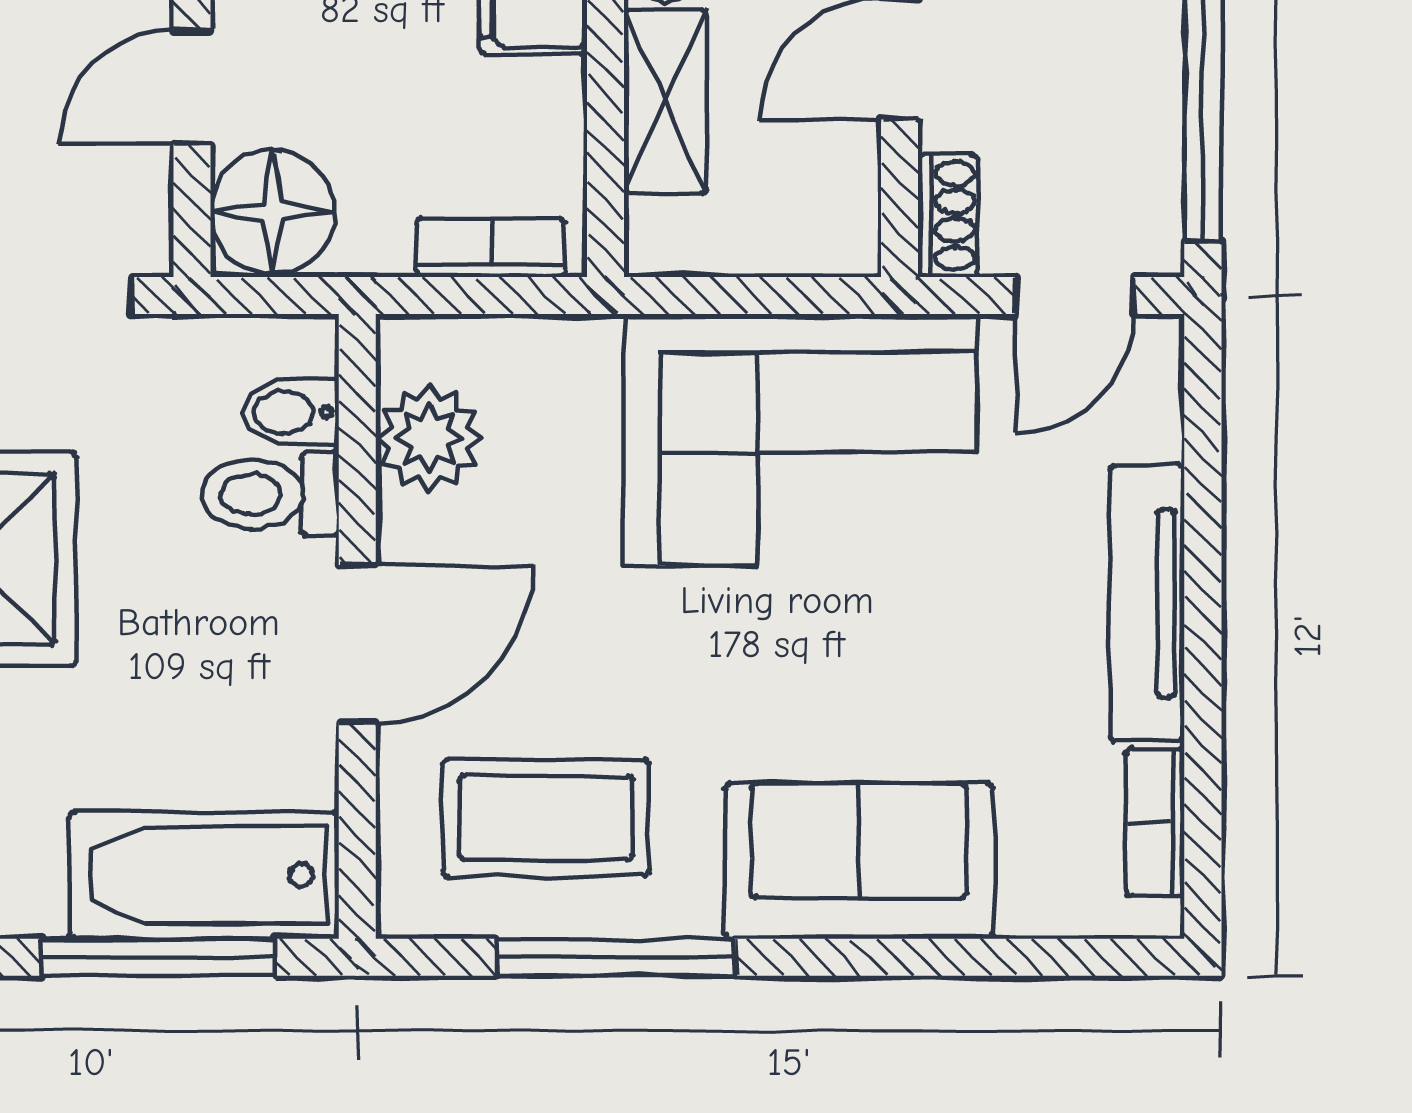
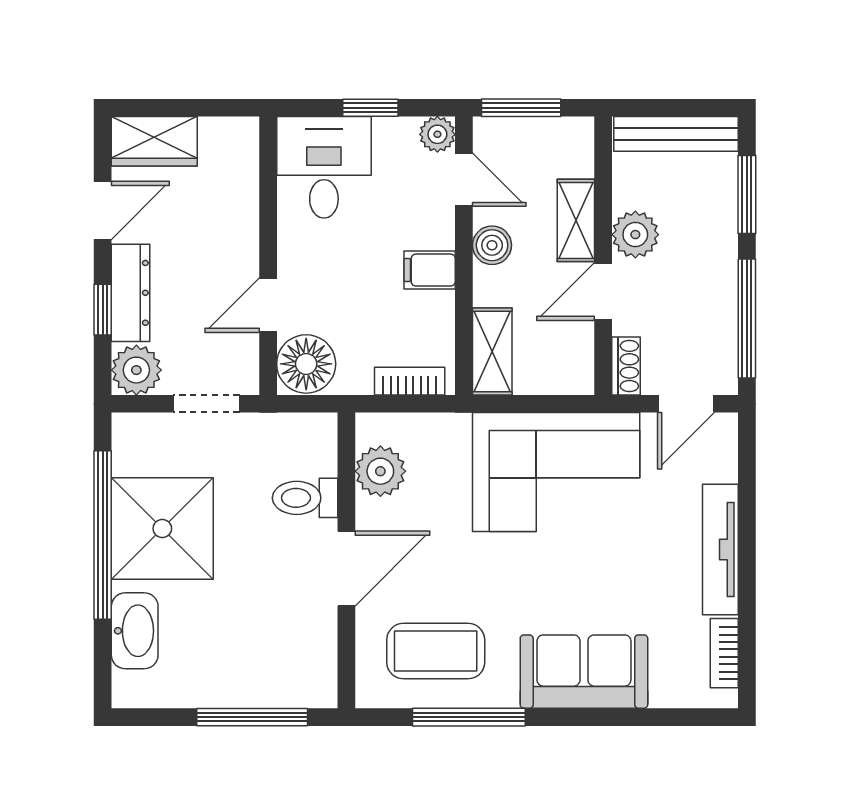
shelving: (665, 101) -> (492, 351), moved
bidet: (290, 412) -> (315, 459), removed
bathtub: (204, 875) -> (274, 678), removed

